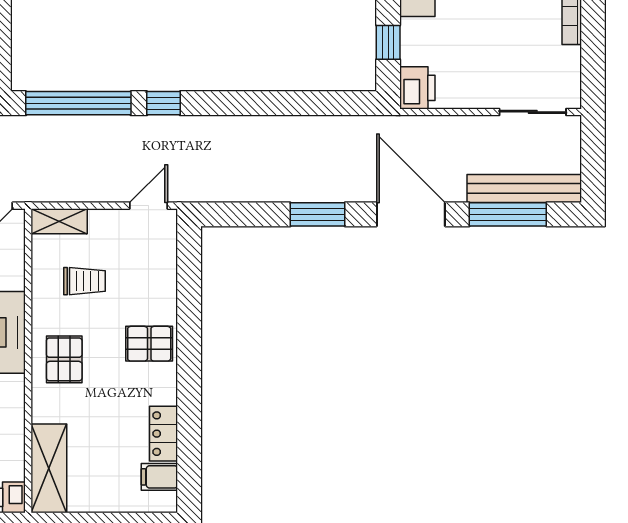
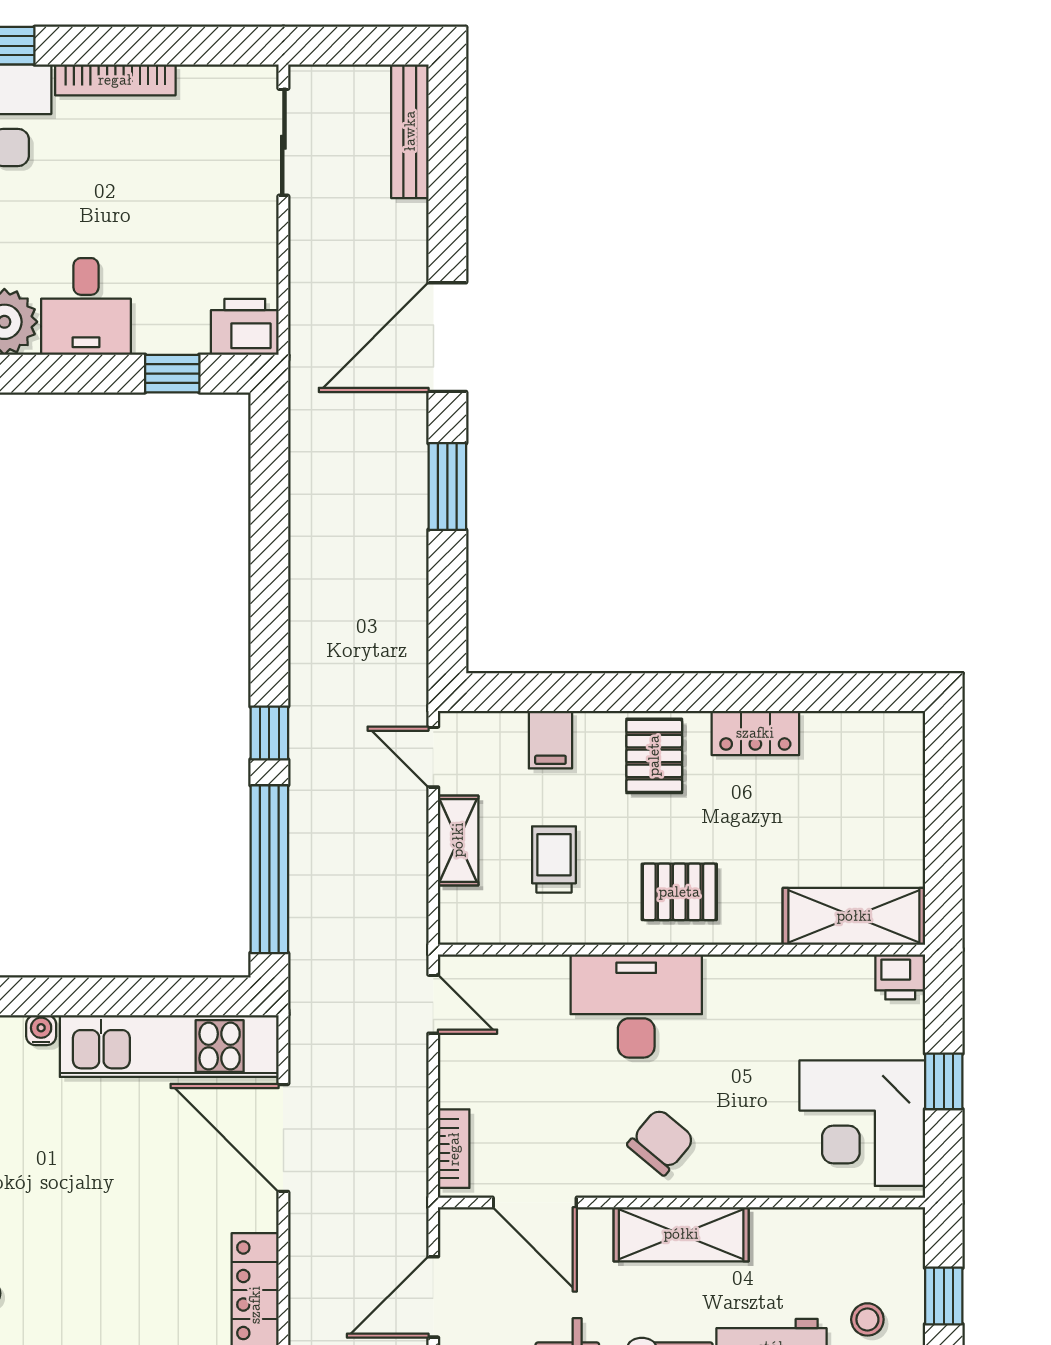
bench: (524, 188) -> (410, 131), width x0.73, depth x0.82
window: (508, 214) -> (447, 182), removed
shelving: (59, 221) -> (458, 840), moved
locker: (164, 434) -> (755, 733), moved
filing cabinet: (159, 477) -> (550, 740), moved

